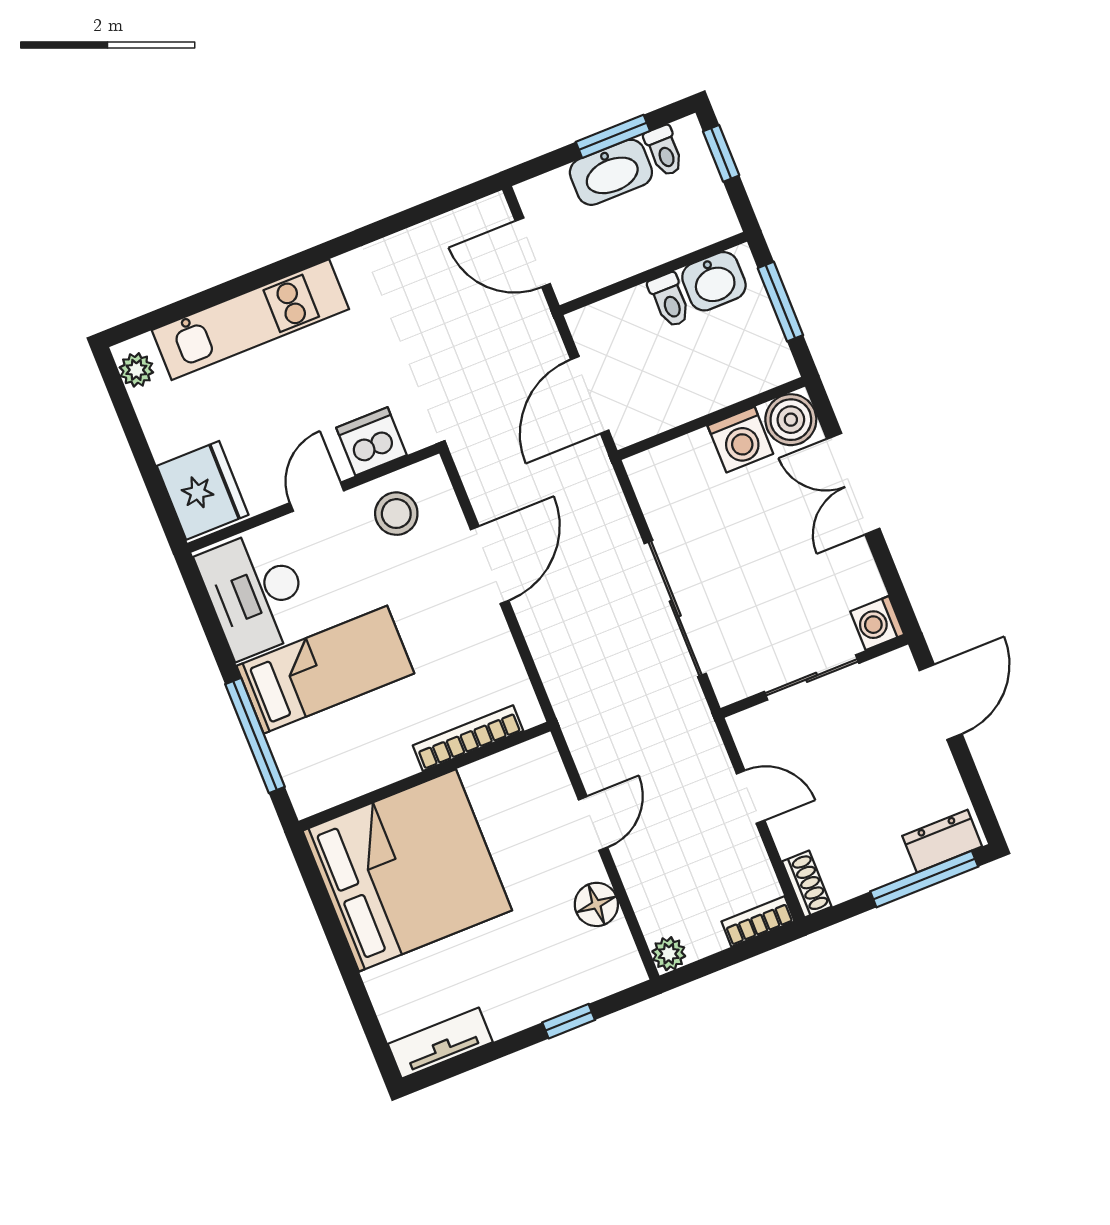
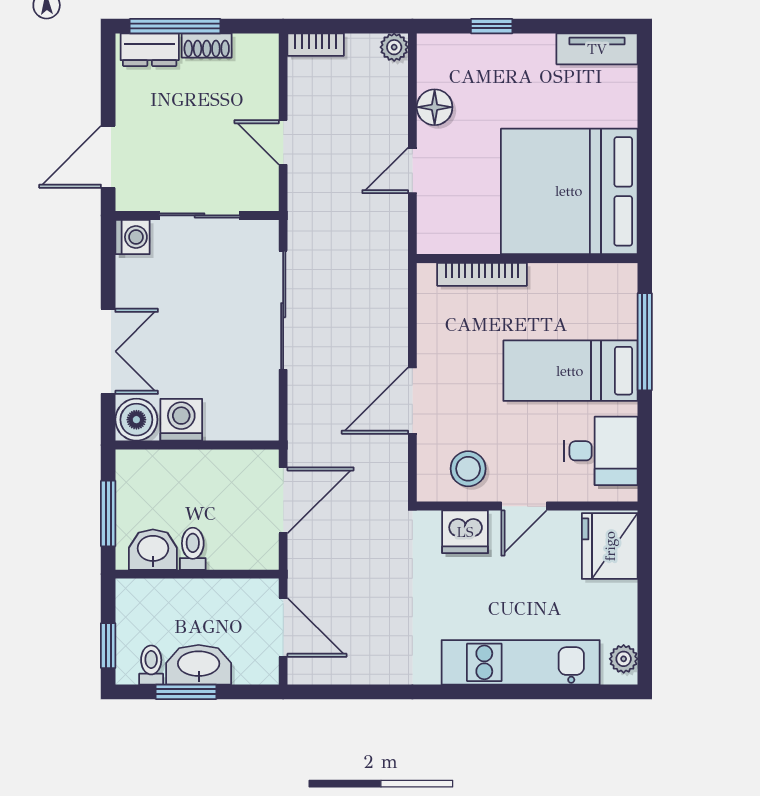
desk: (256, 593) -> (601, 451), width x0.73
shoe rack: (807, 884) -> (207, 45), moved, turned -90

